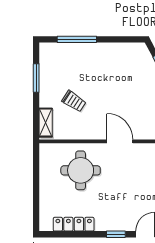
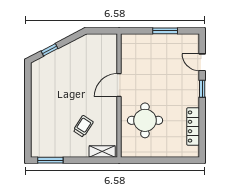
window: (77, 39) -> (28, 124), removed
window: (36, 78) -> (50, 160), moved

